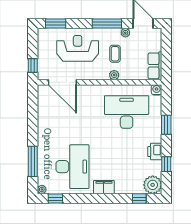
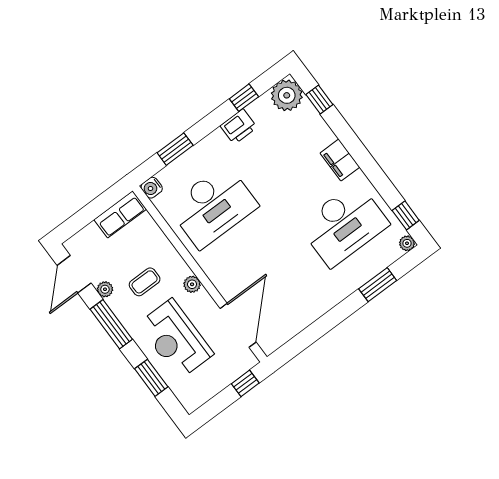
window: (56, 24) -> (151, 378), moved
plant: (114, 75) -> (192, 284), moved
desk: (127, 112) -> (213, 206), turned -90
window: (166, 125) -> (175, 149), moved
window: (33, 161) -> (378, 285), width x0.69
desk: (73, 167) -> (344, 225), turned 180

